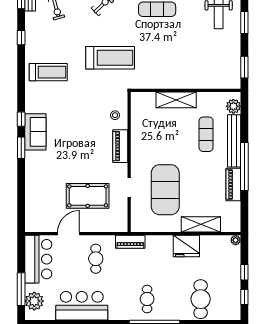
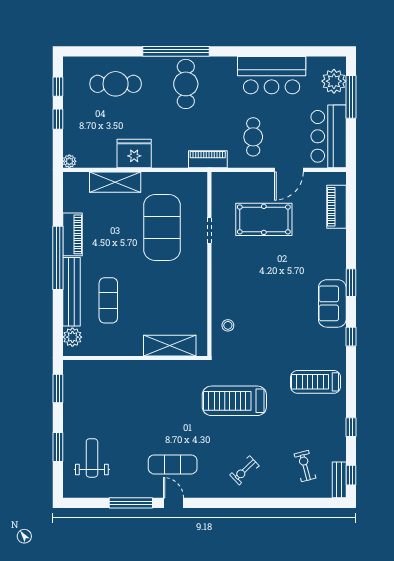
shelving: (176, 100) -> (170, 346), moved
window: (21, 119) -> (351, 337), moved
piano: (120, 146) -> (336, 207), moved, turned 180
cafe table: (147, 299) -> (186, 84), width x1.37, depth x1.35
cafe table: (201, 299) -> (116, 84), turned 90

